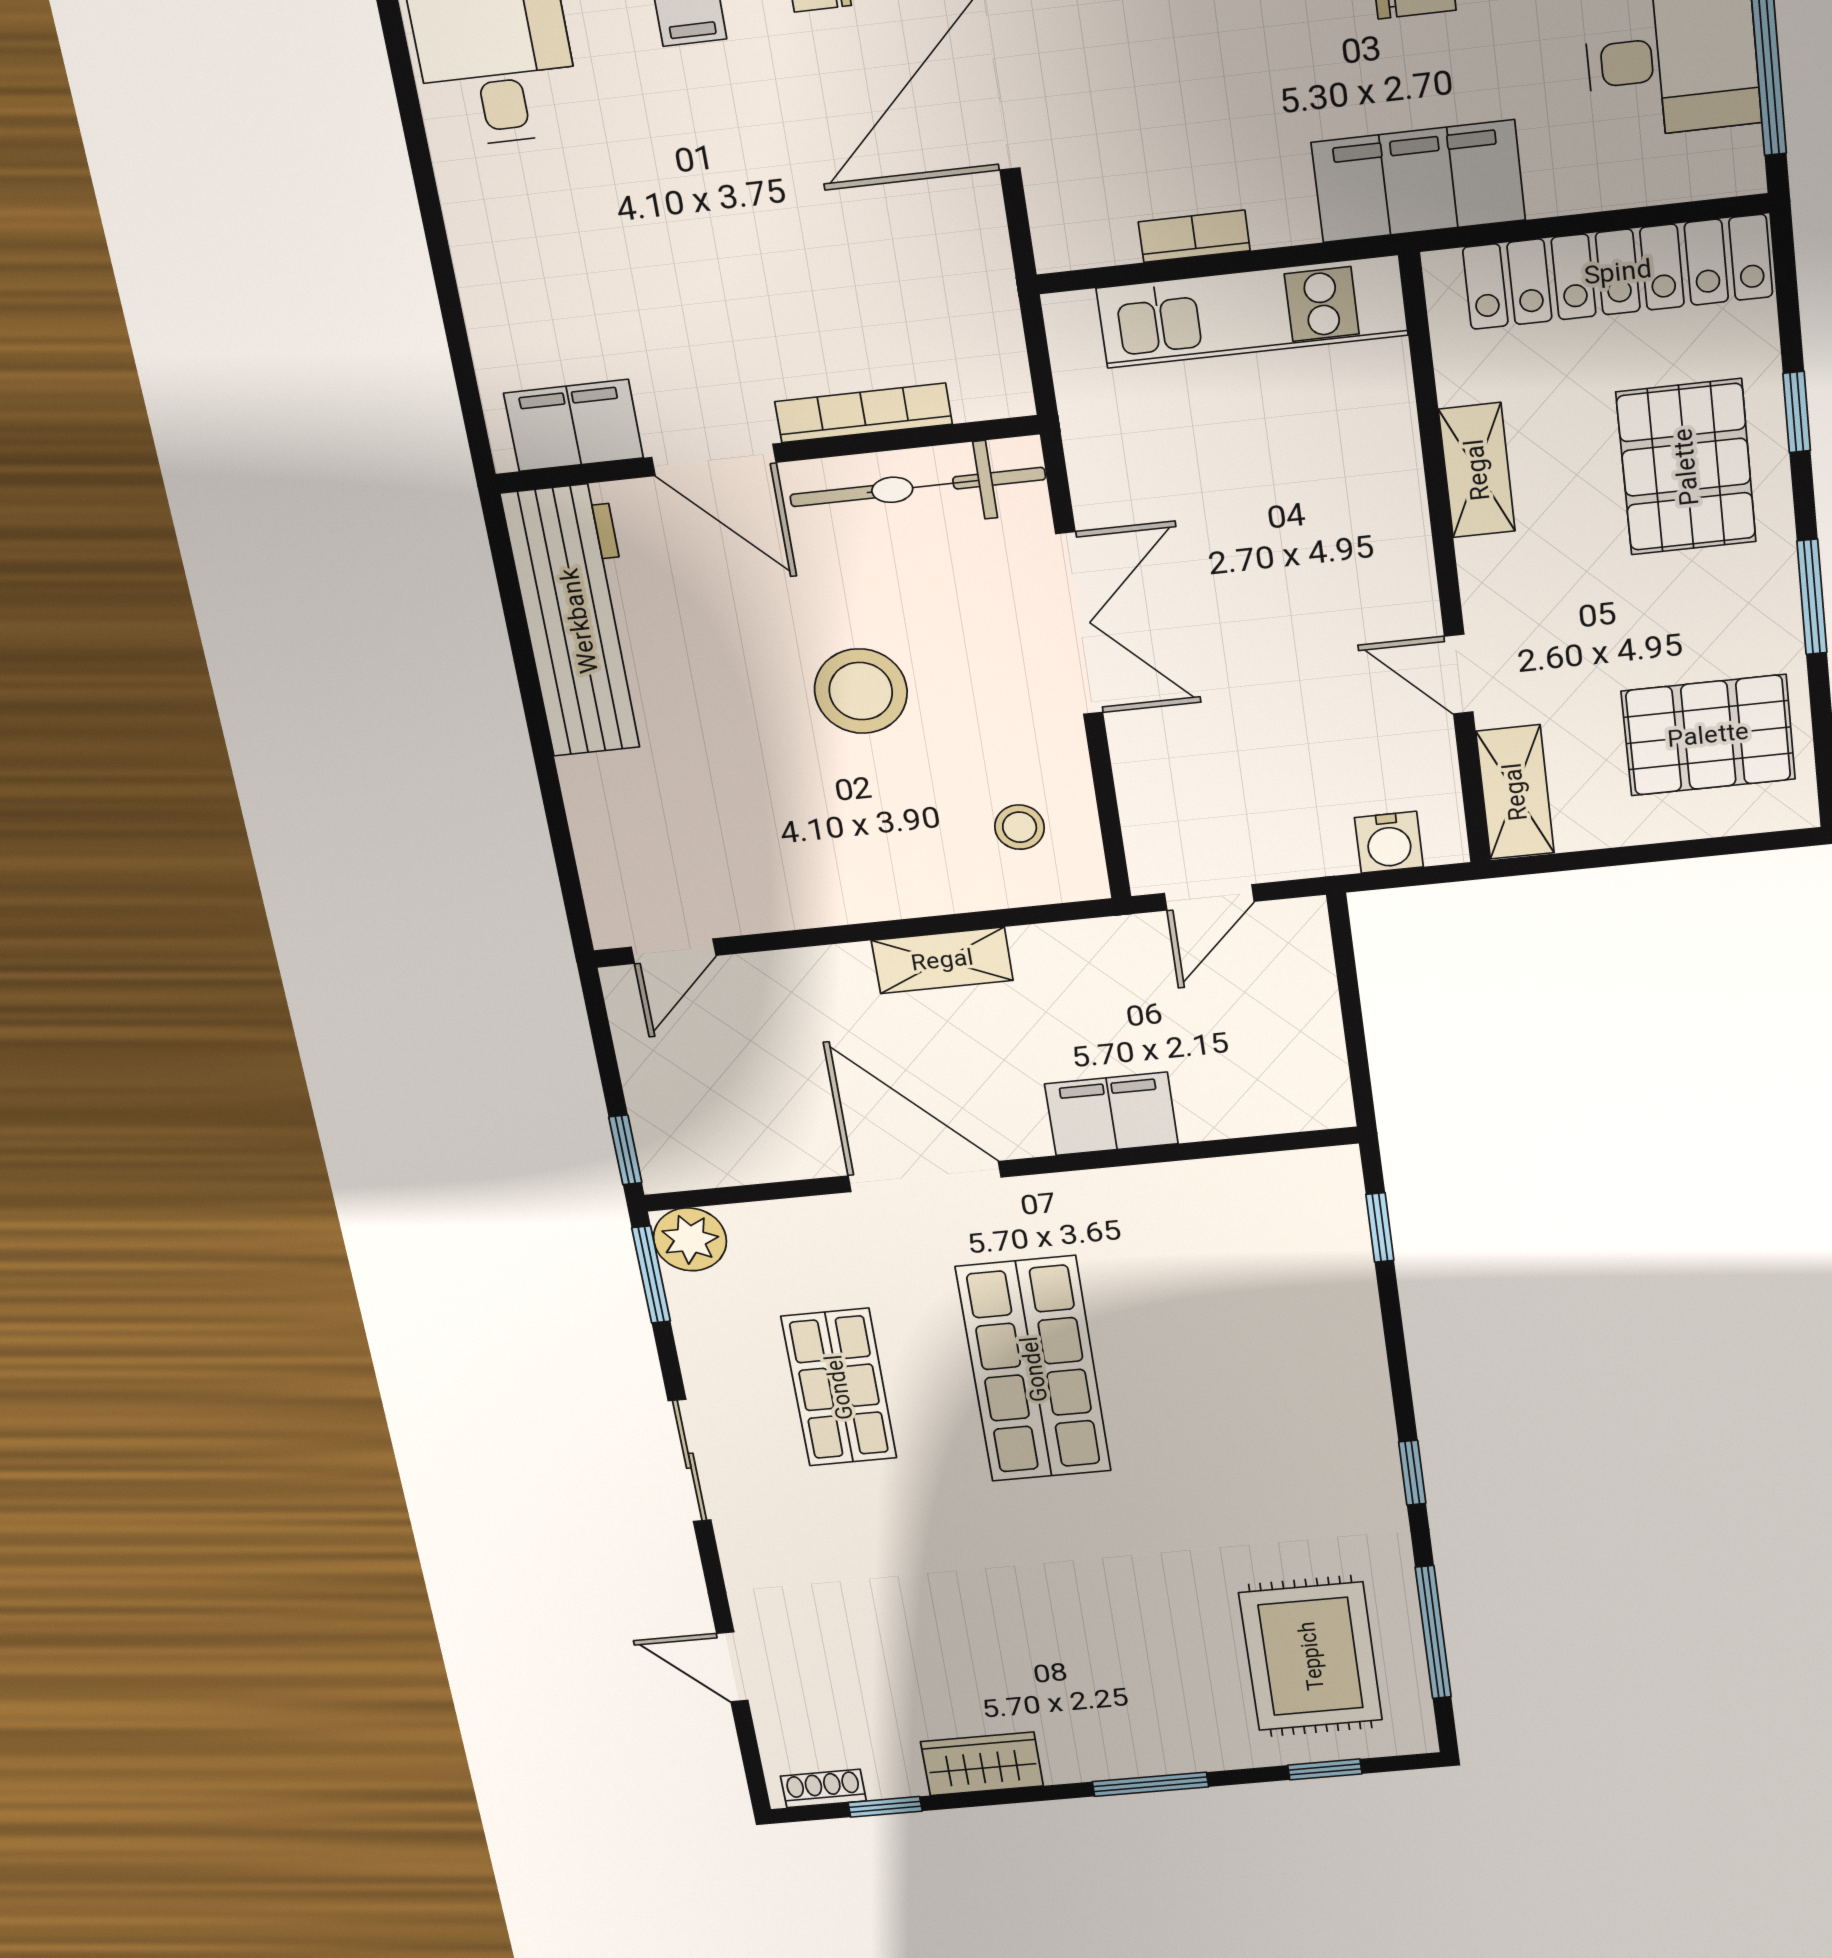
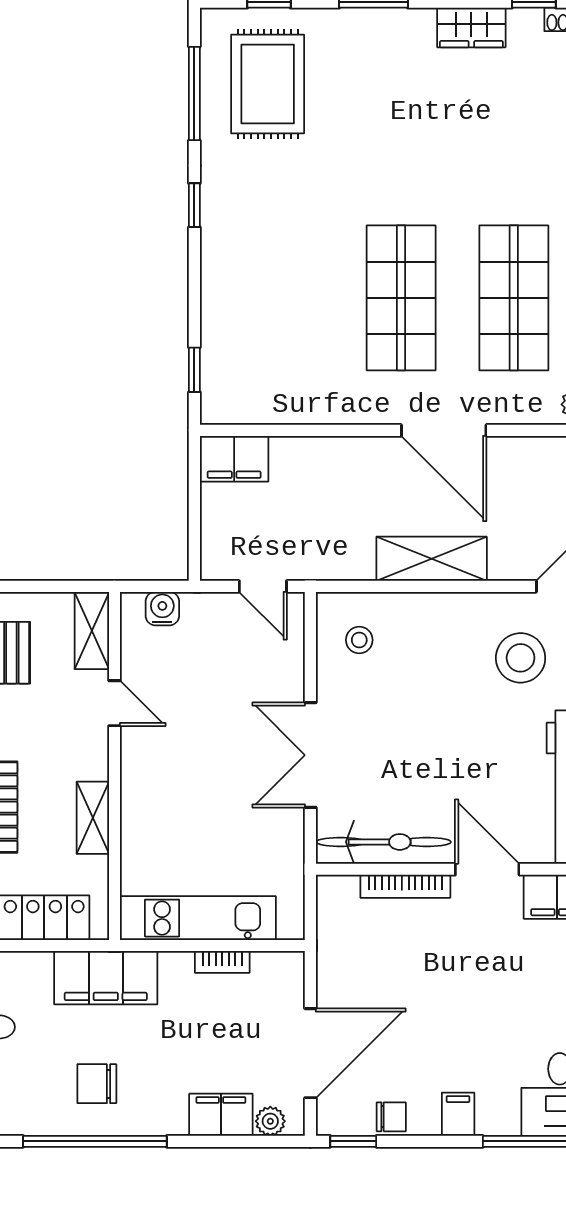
stool: (861, 691) -> (521, 658), moved
door: (1209, 897) -> (263, 586), swing flipped
shelving: (942, 960) -> (432, 559), width x1.50, depth x1.33
filing cabinet: (1111, 1114) -> (234, 459), moved
shop shelf: (839, 1387) -> (514, 298), width x1.43, depth x1.36

